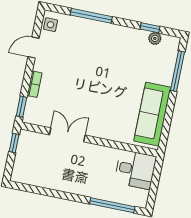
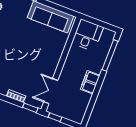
double door: (67, 135) -> (51, 91), moved
filing cabinet: (71, 184) -> (90, 82), added

